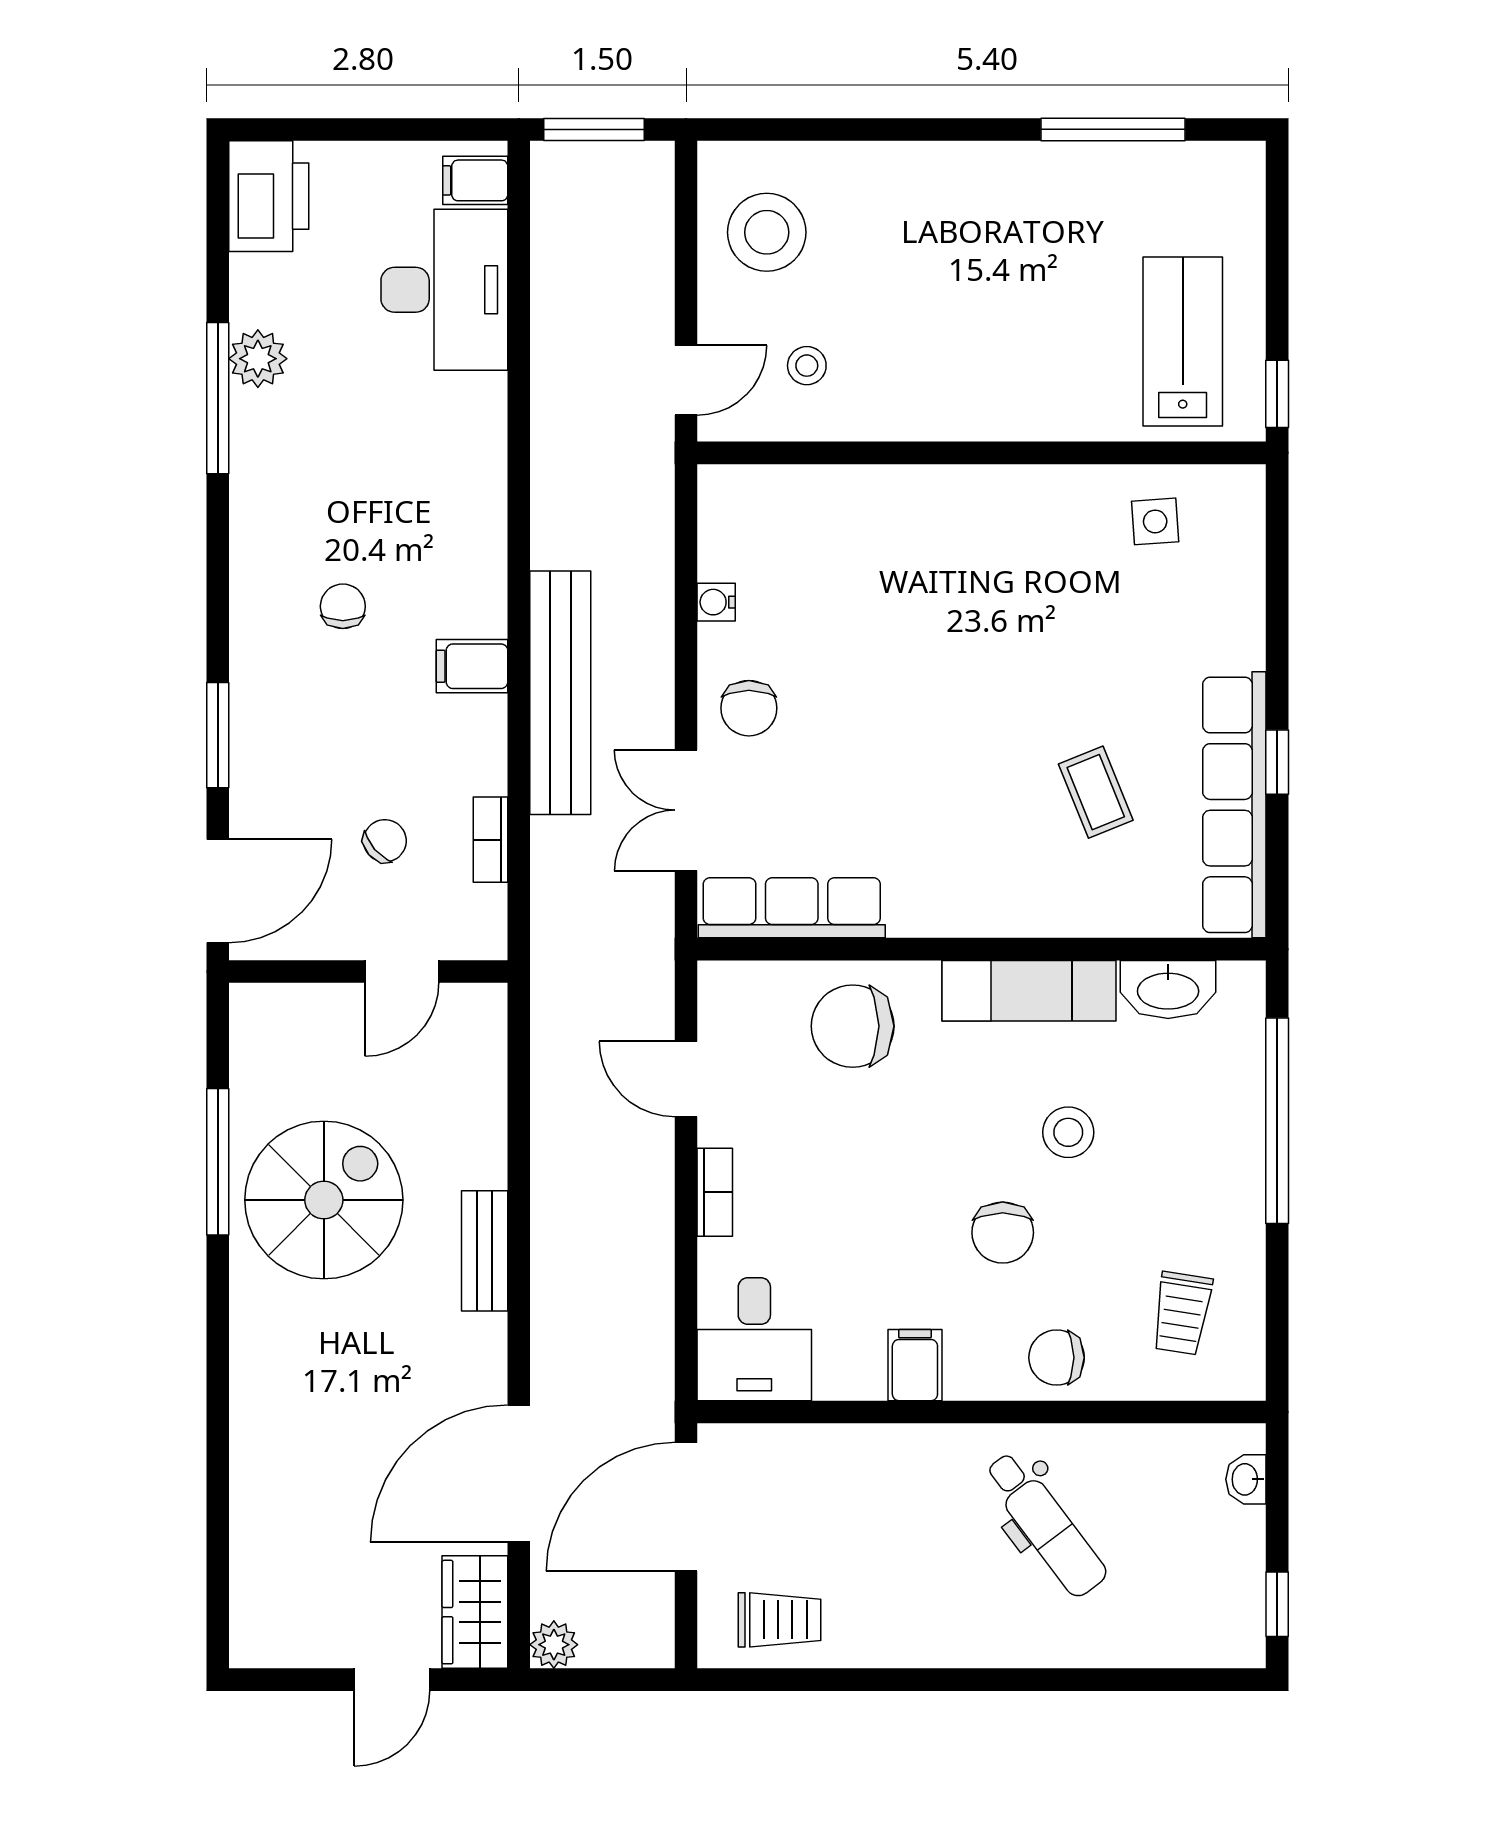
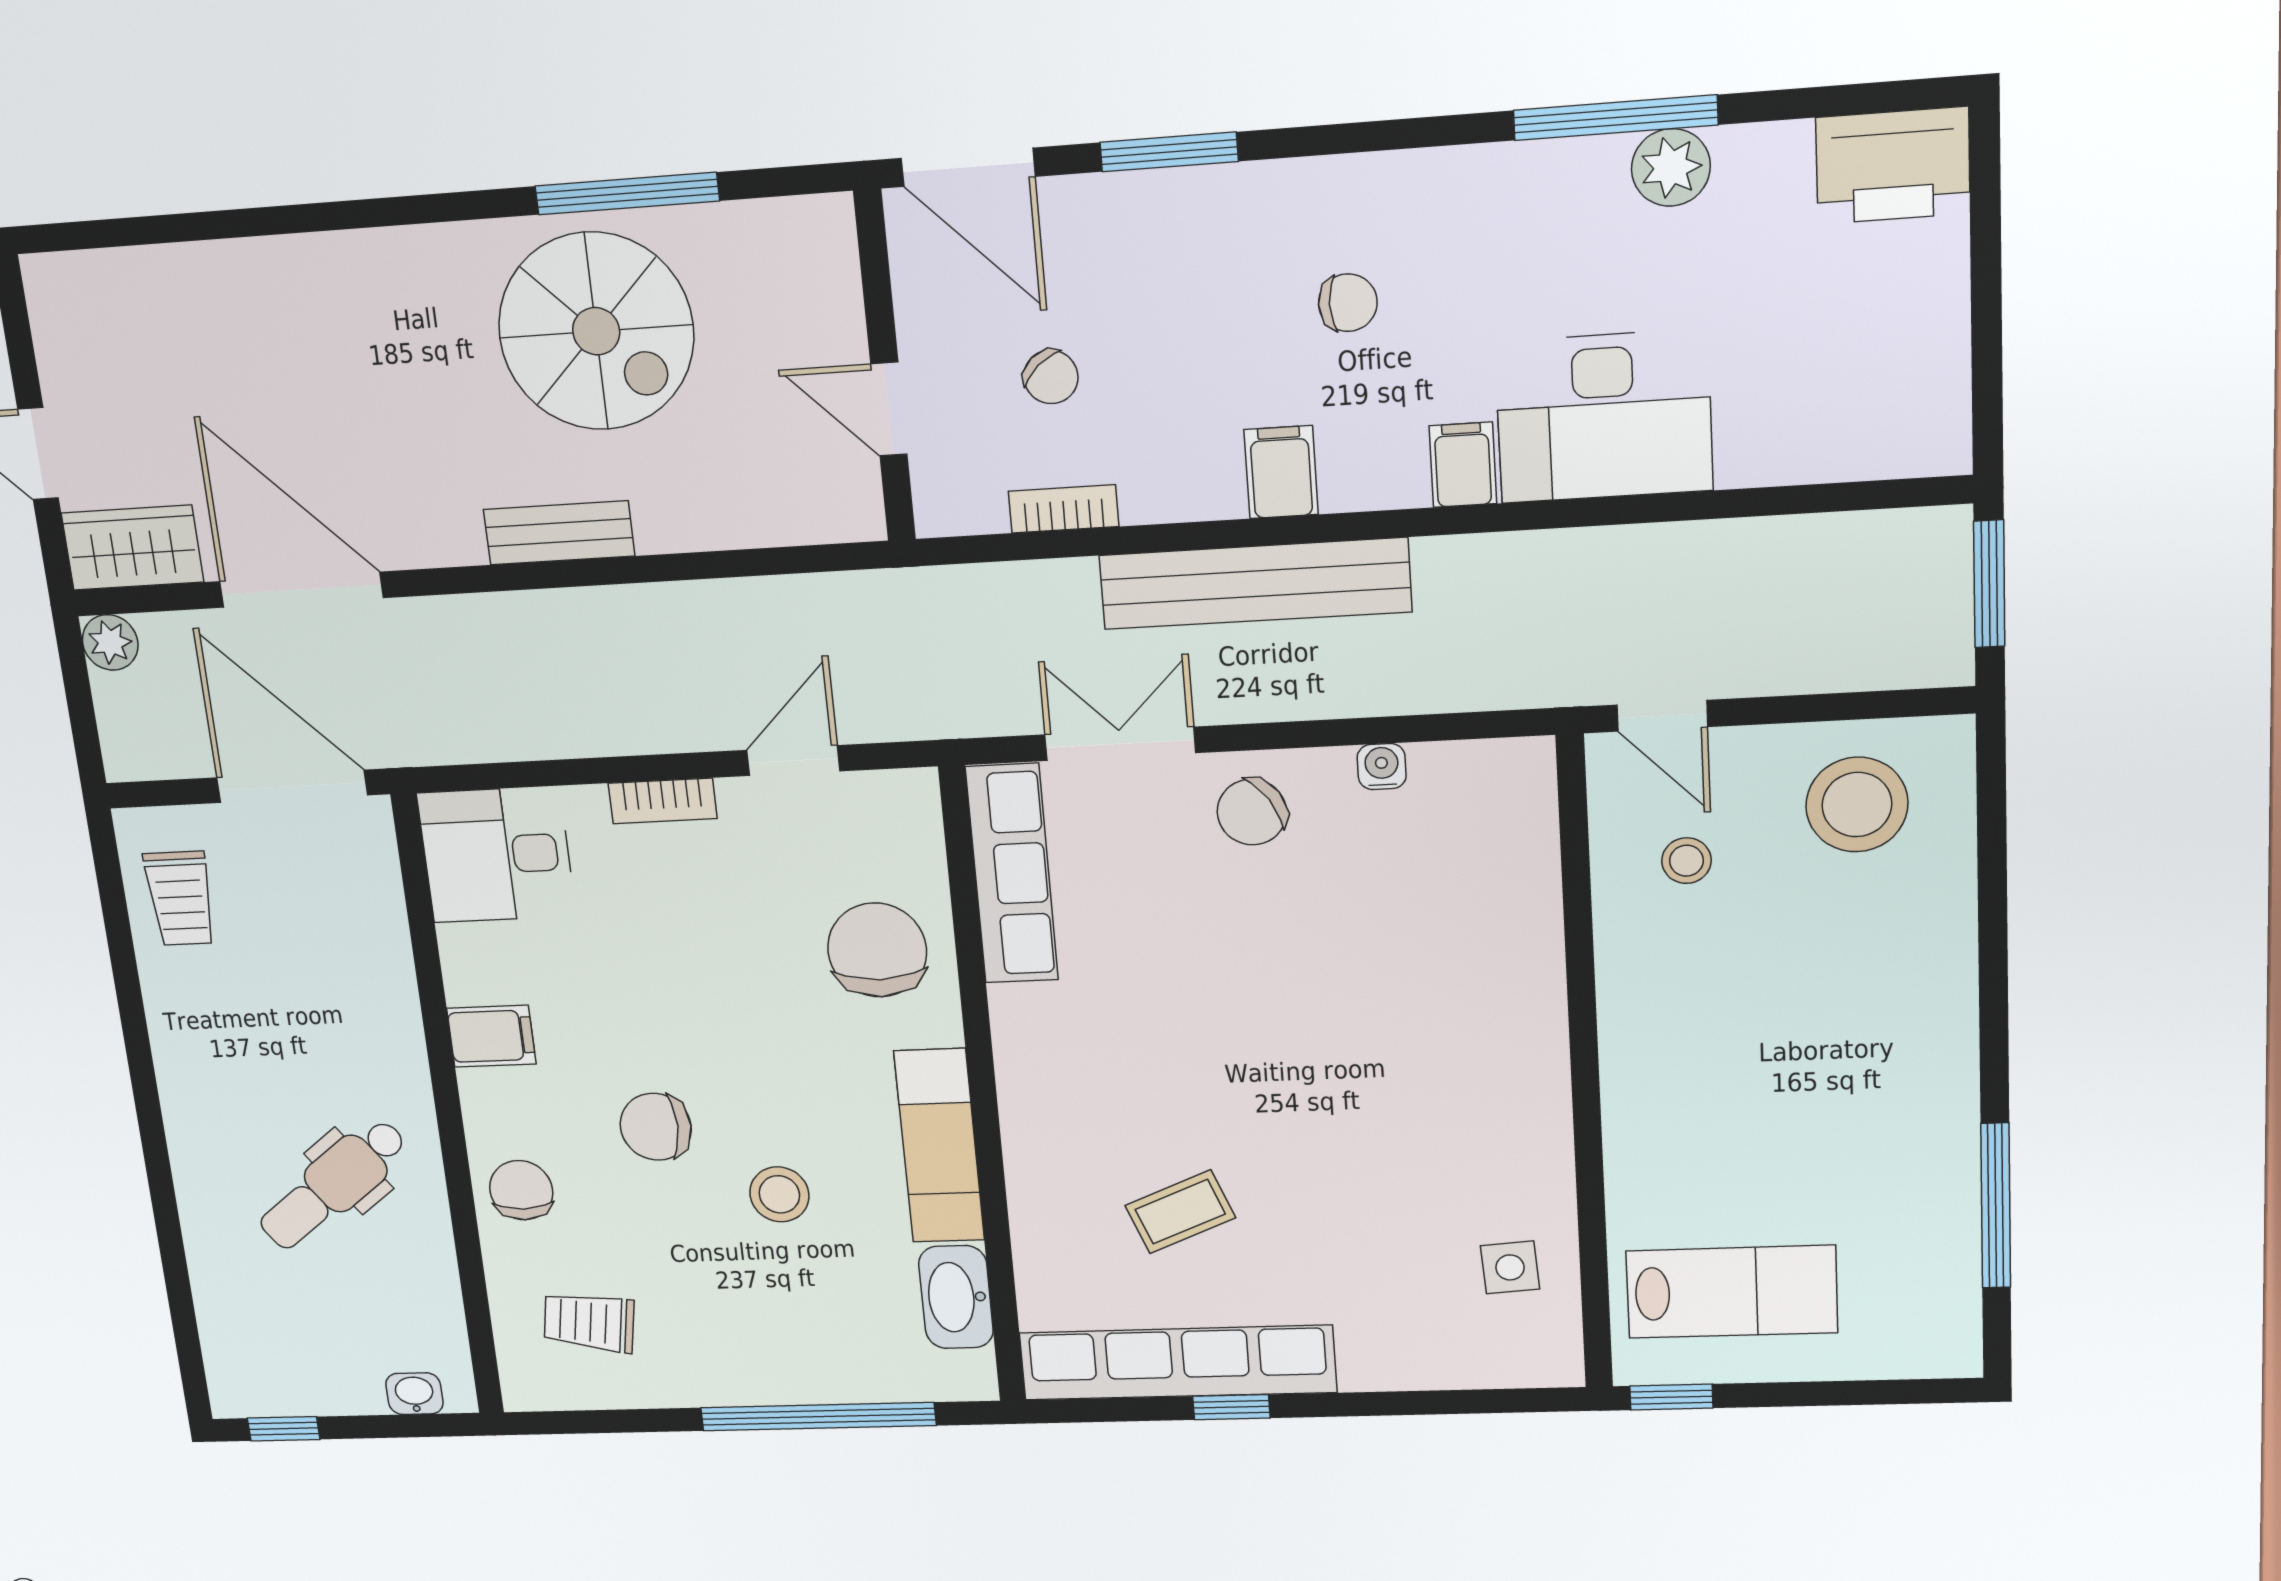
filing cabinet: (475, 180) -> (1463, 465), moved
desk: (444, 290) -> (1604, 416), moved
chair: (749, 708) -> (1252, 812), turned -34

